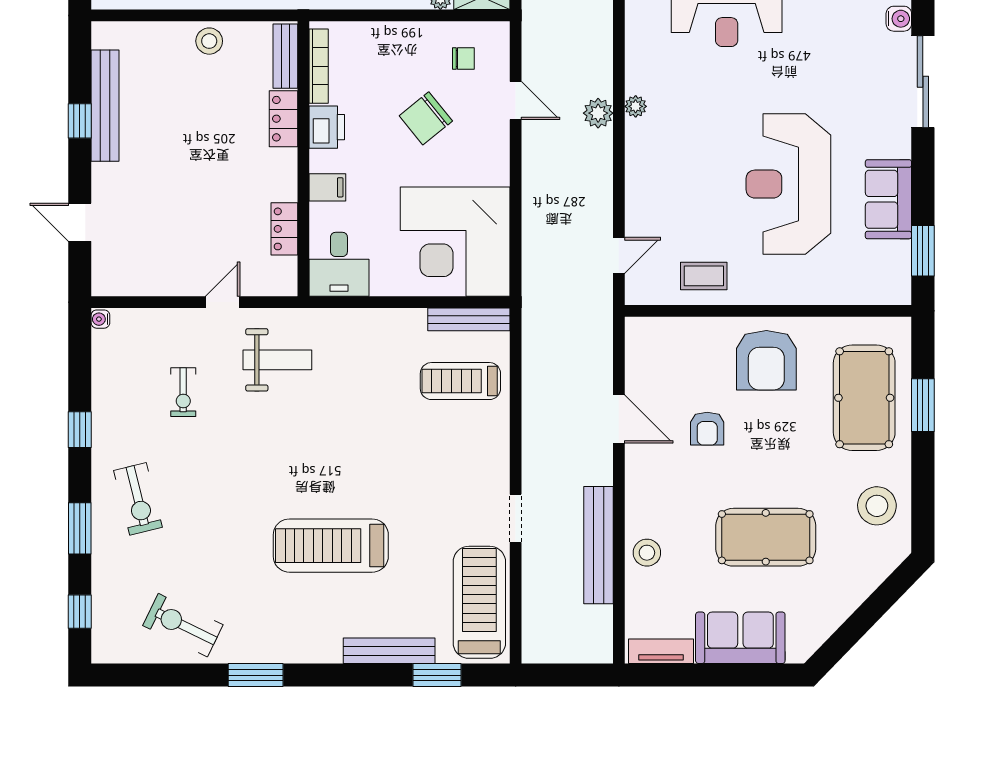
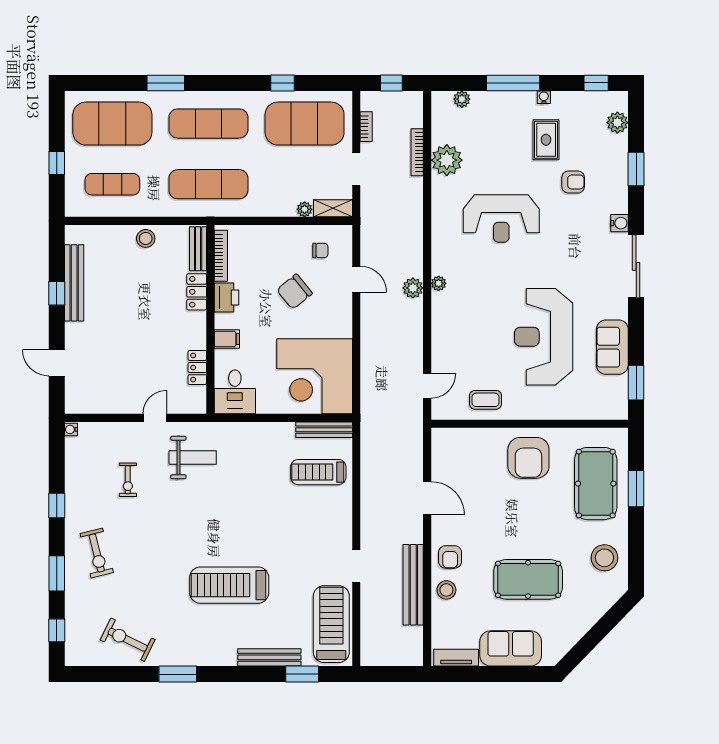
armchair: (707, 429) -> (450, 557), moved

